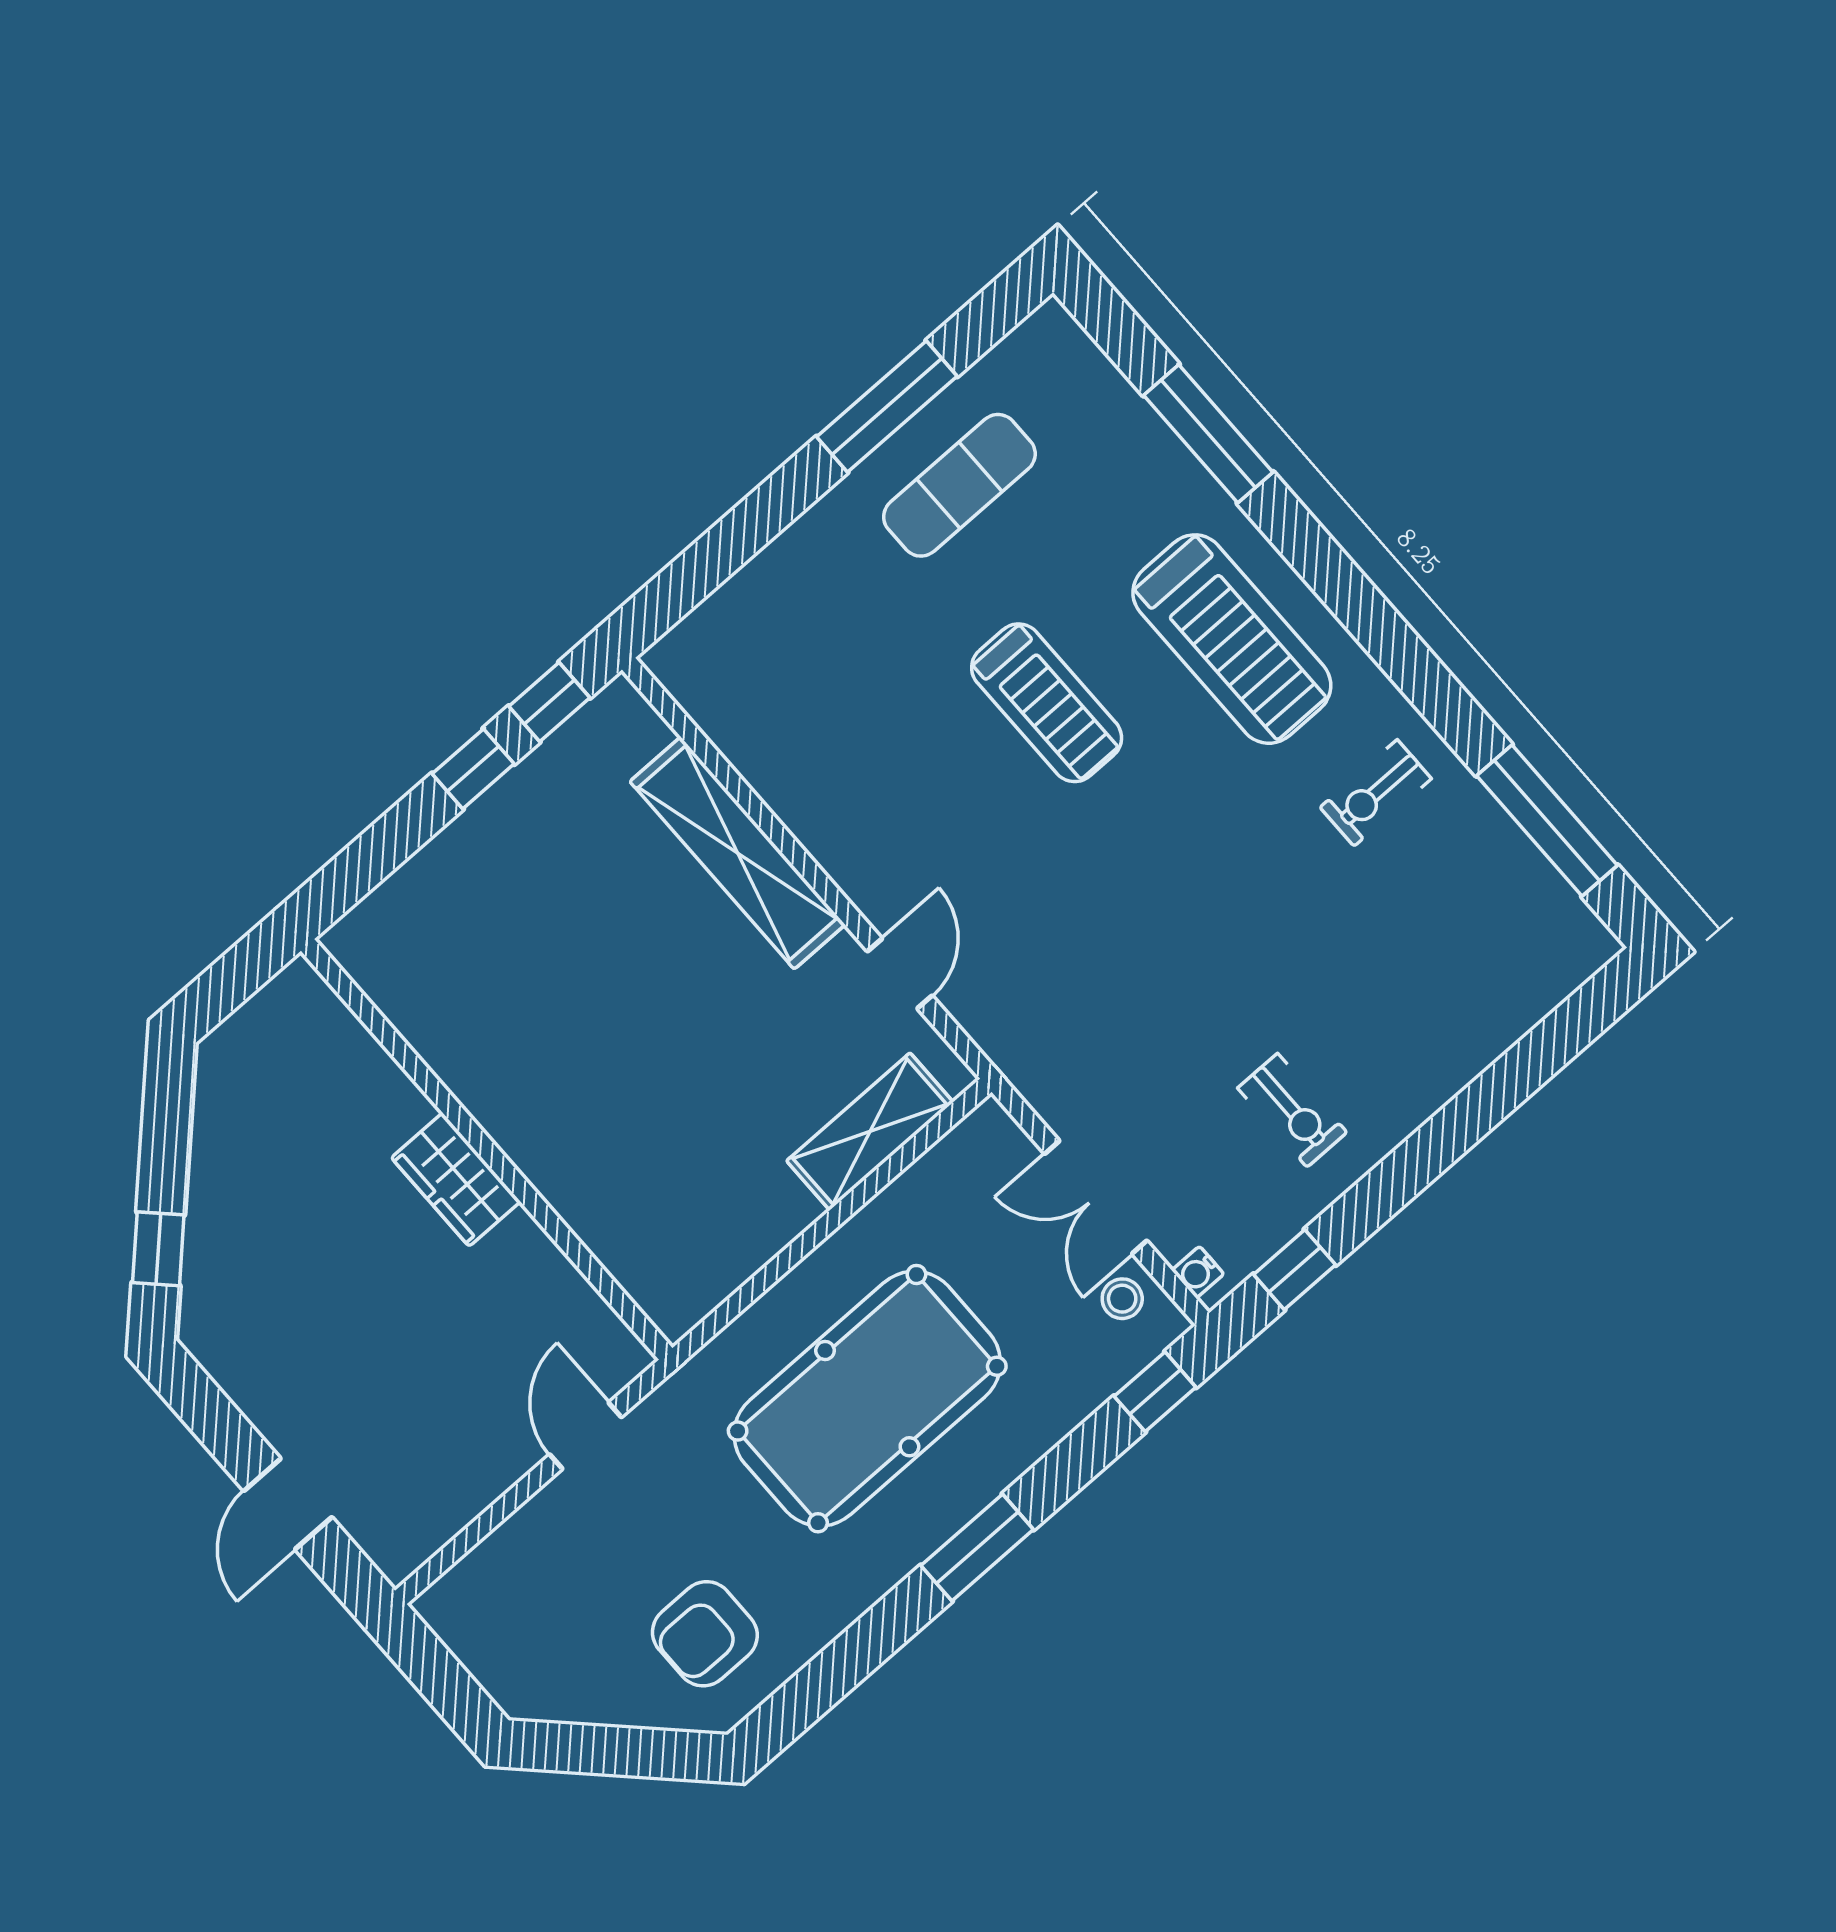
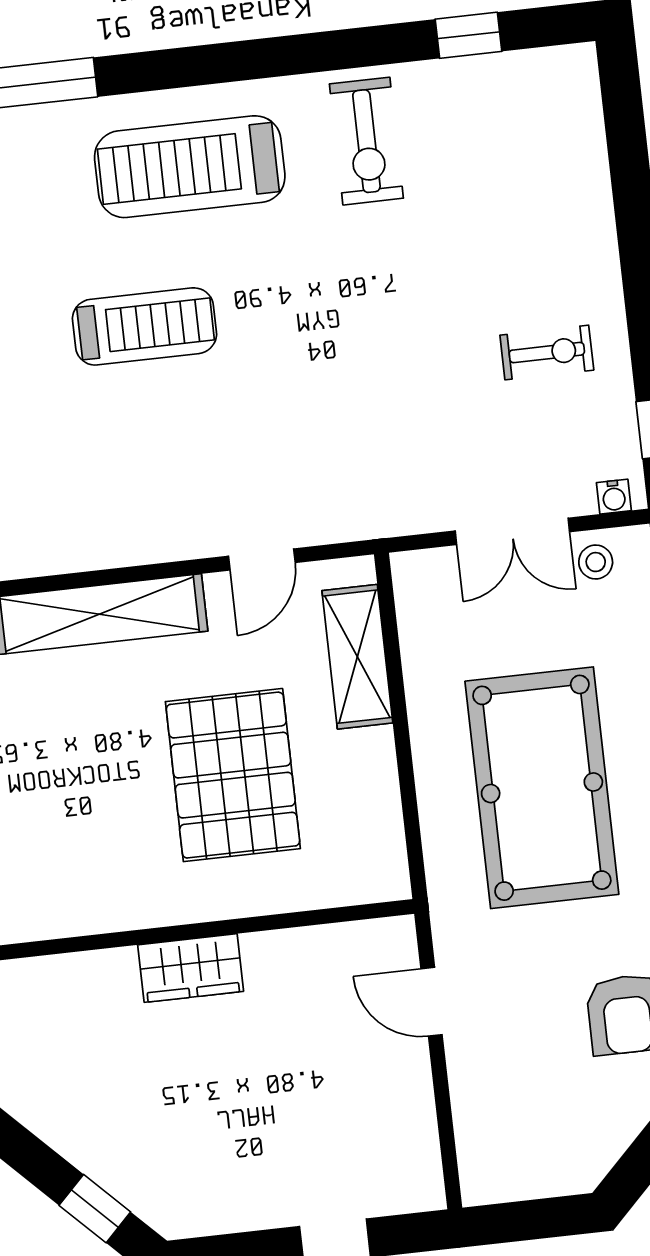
treadmill: (1232, 639) -> (190, 167), turned 180
exercise bike: (1376, 793) -> (366, 141), width x1.38, depth x1.39
window: (1547, 821) -> (468, 35), width x0.46
door: (900, 973) -> (262, 559), swing flipped
pallet: (671, 1091) -> (233, 775), added

